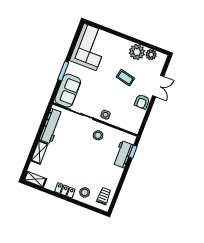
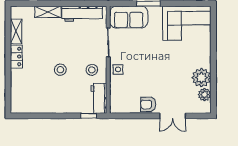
coffee table: (125, 78) -> (168, 76), removed
workbench: (123, 154) -> (99, 98), moved, turned -90
shelving: (35, 179) -> (16, 31), moved
stool: (85, 192) -> (60, 70), moved
trolley: (104, 196) -> (27, 102), removed

